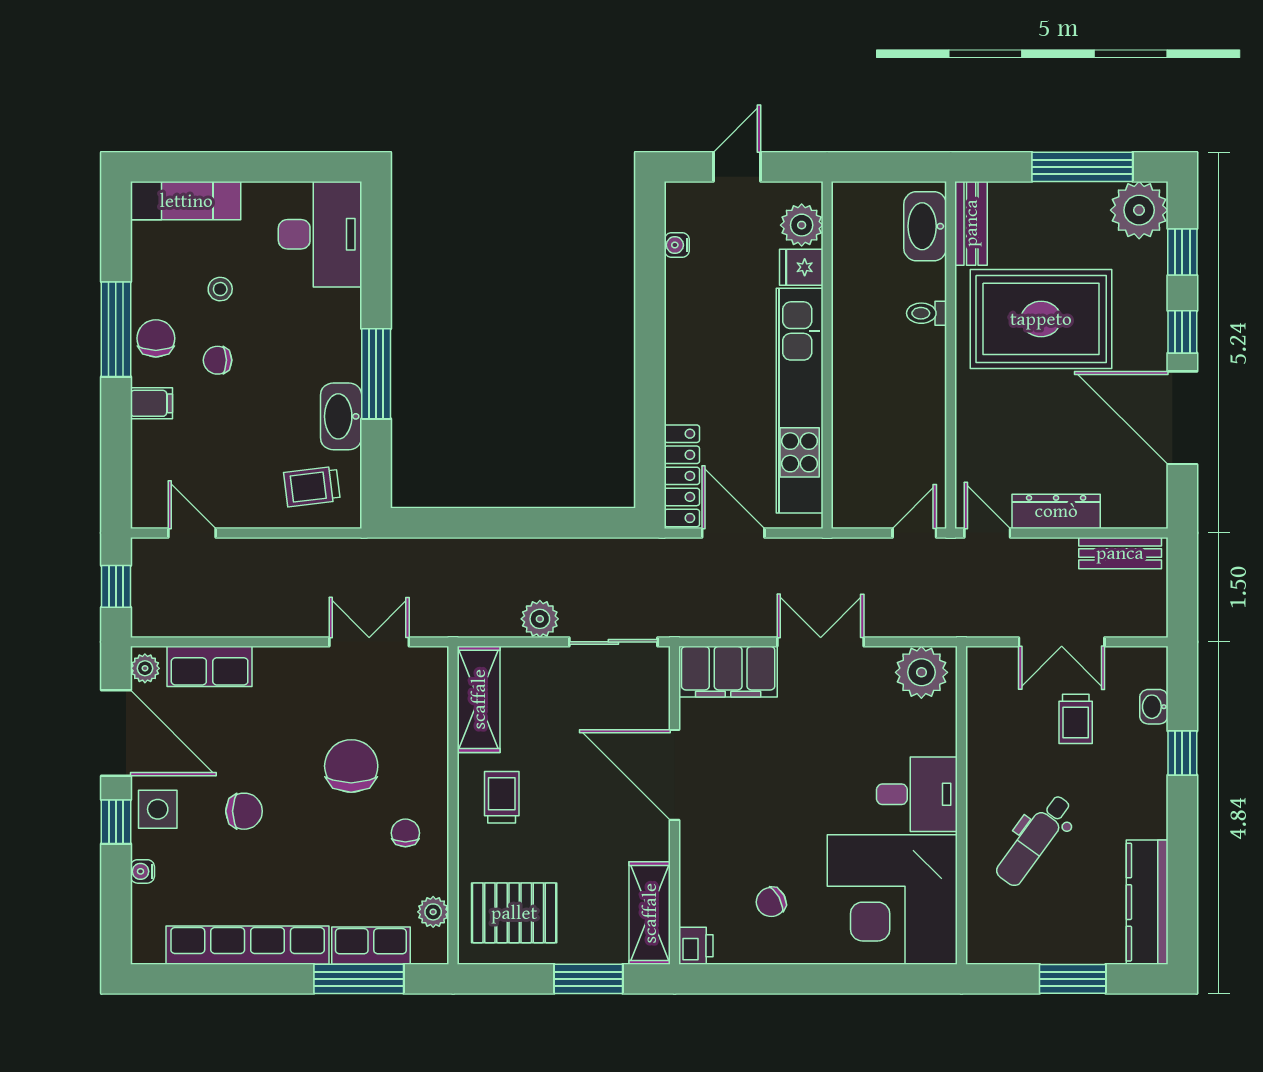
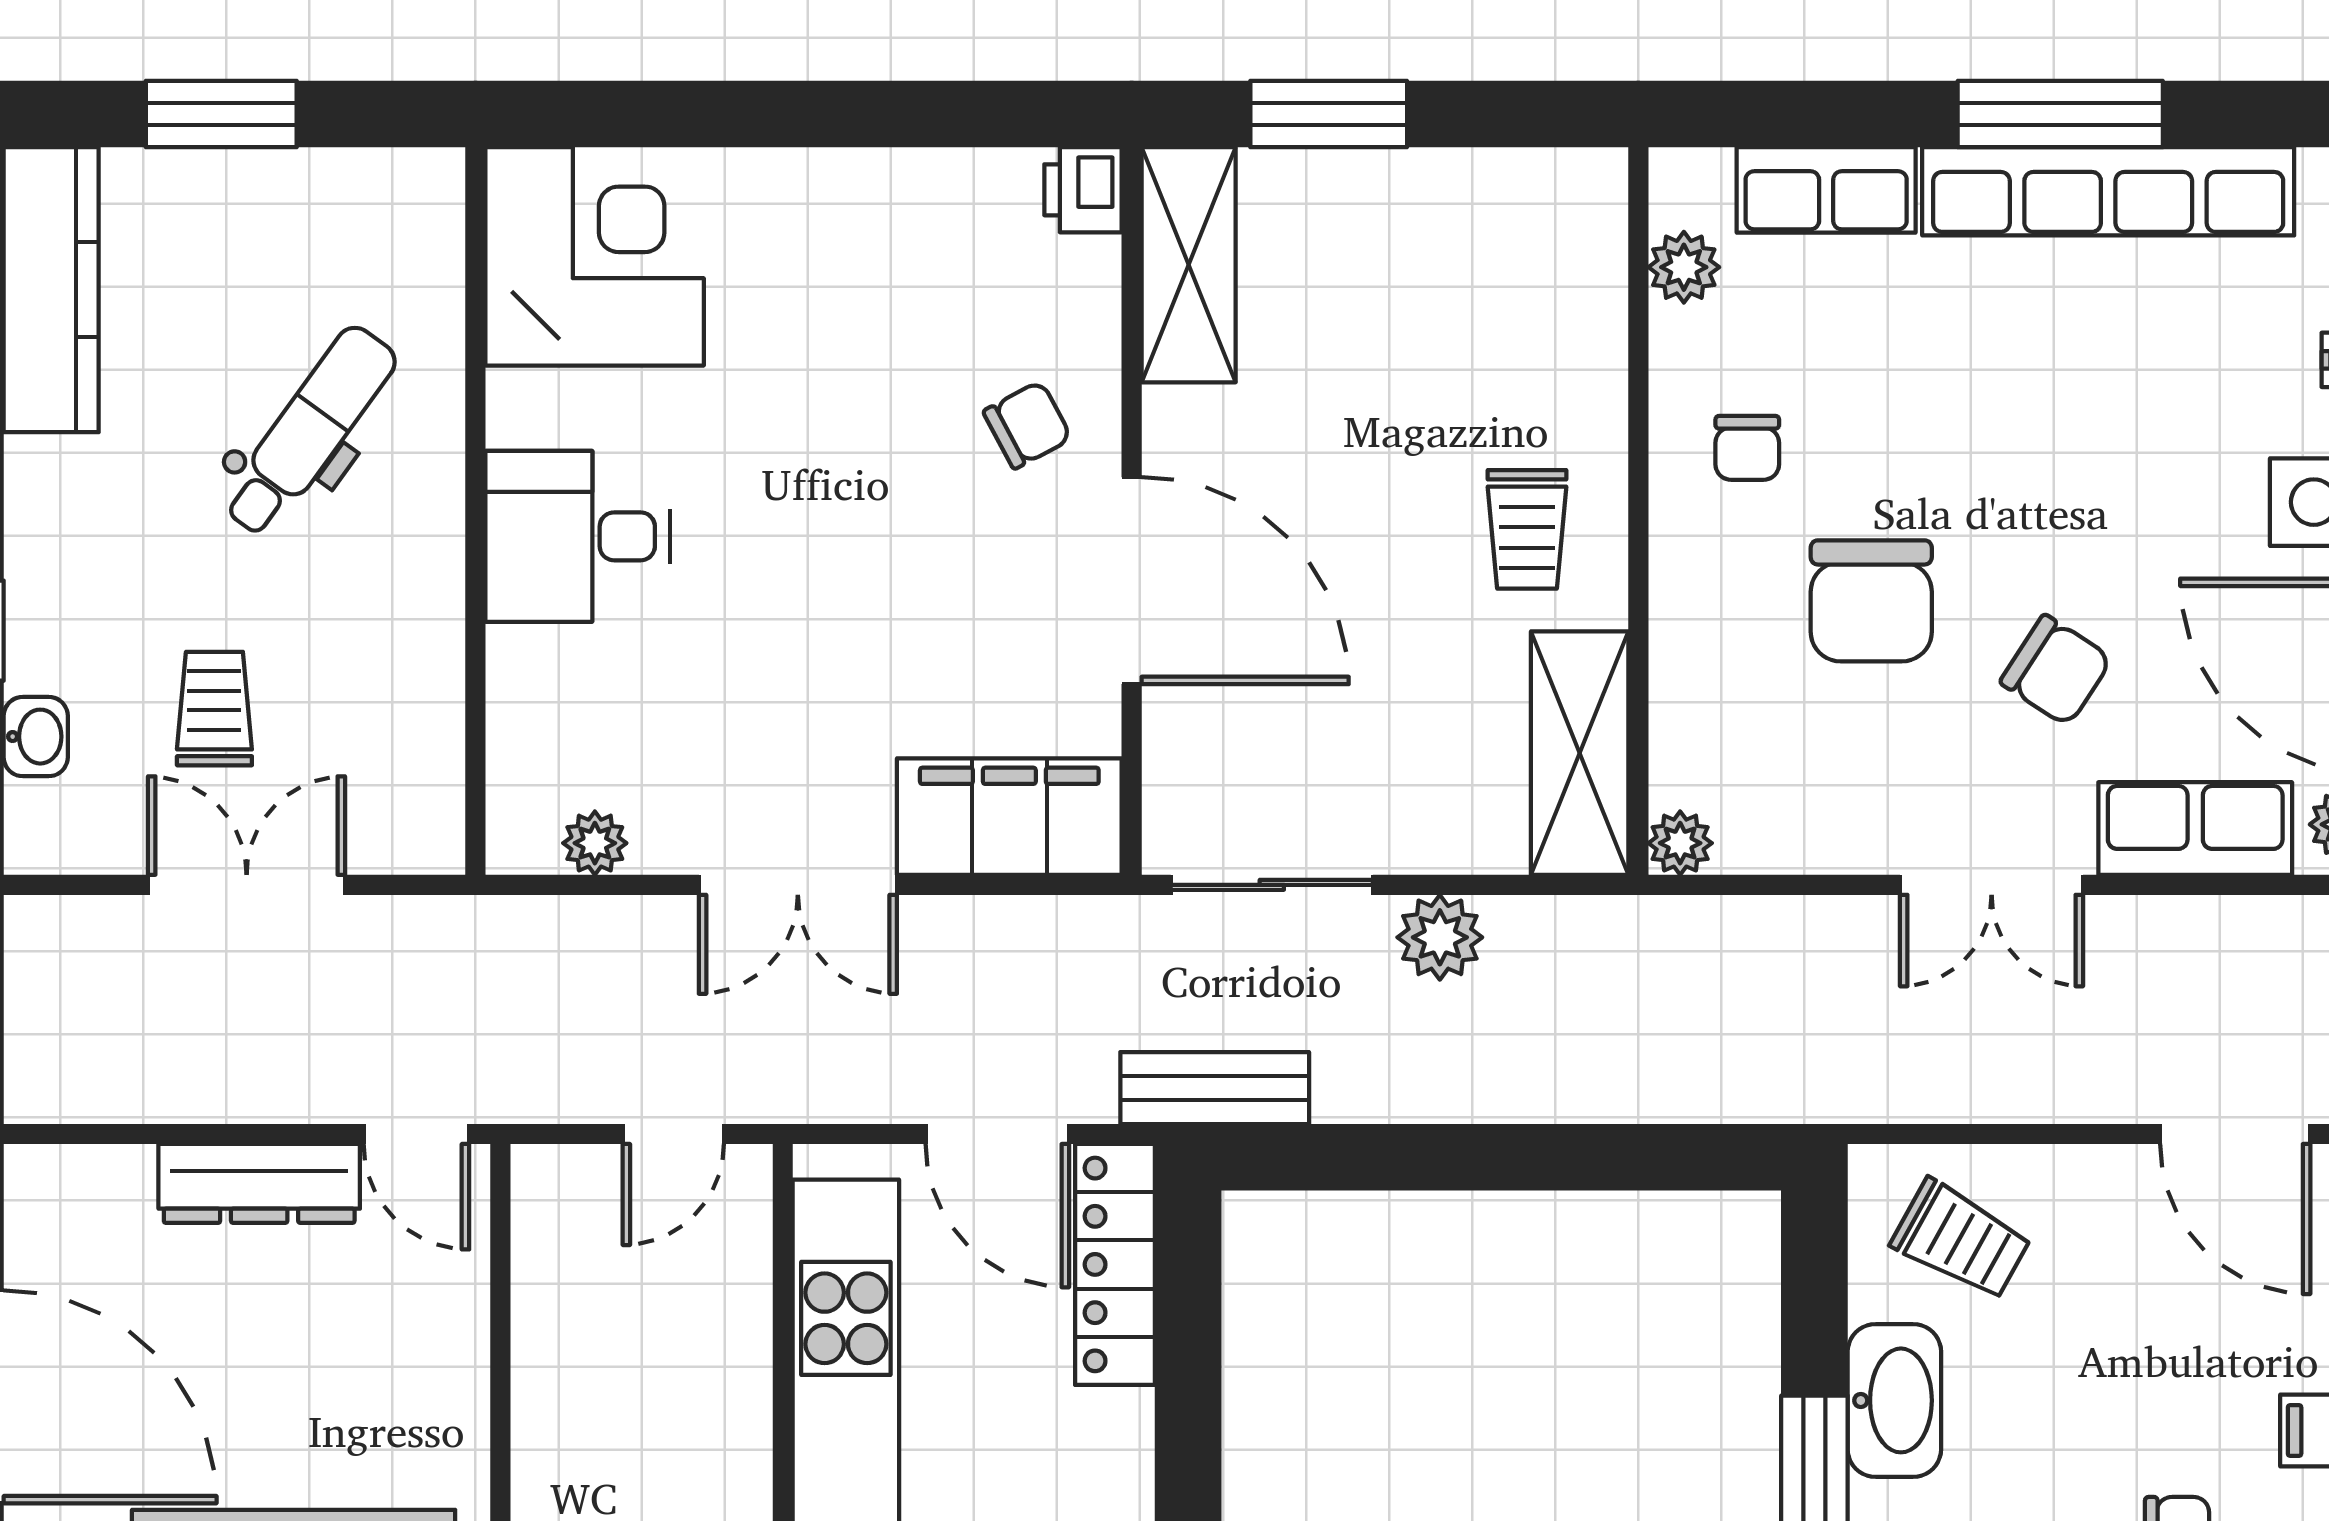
trolley: (312, 487) -> (1961, 1240), turned 36
door: (192, 533) -> (2235, 1134), width x1.38
door: (914, 533) -> (673, 1134), moved
bench: (1120, 553) -> (1215, 1088), moved
double door: (369, 642) -> (1992, 885), moved
plant: (435, 660) -> (1680, 843), added
plant: (921, 672) -> (595, 843), width x0.53, depth x0.53
chair: (244, 811) -> (2056, 670), moved, turned -147
corner desk: (892, 899) -> (595, 256), width x0.74, depth x0.74
chair: (771, 902) -> (1027, 425), moved
pallet: (514, 913) -> (1499, 265), removed
window: (359, 979) -> (2060, 114), moved

